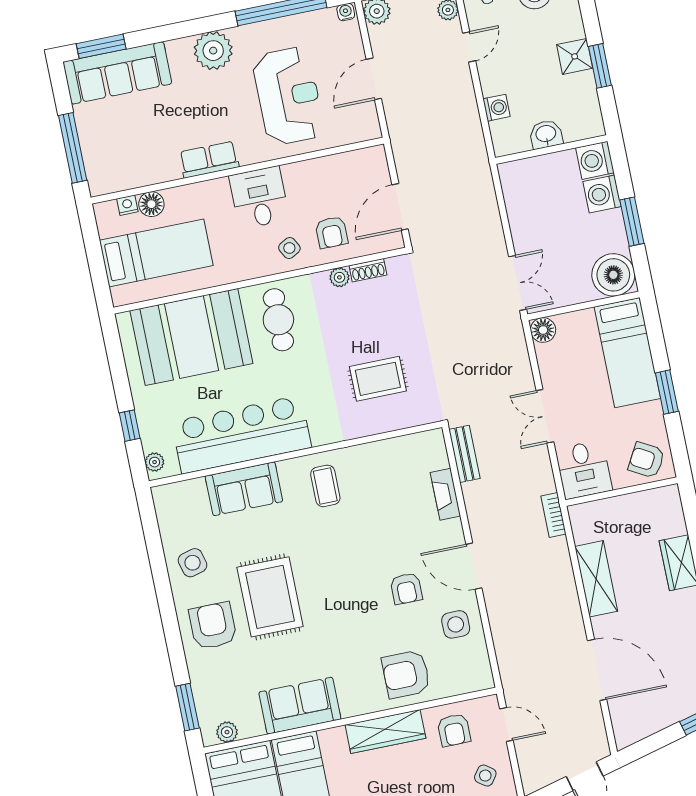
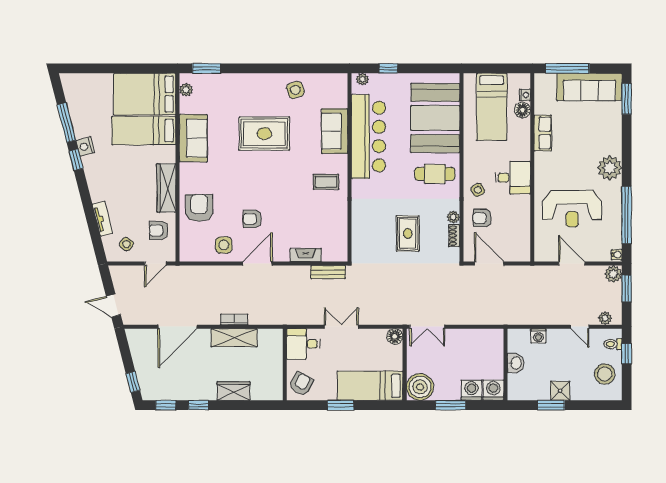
sofa: (117, 73) -> (589, 87), moved, turned -90
row of seats: (209, 160) -> (543, 133), moved
rug: (378, 379) -> (408, 234), moved
bookcase: (553, 515) -> (234, 319), moved
armchair: (213, 626) -> (254, 94), removed

